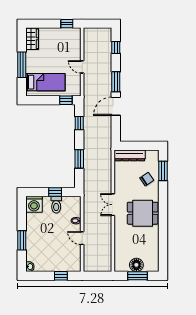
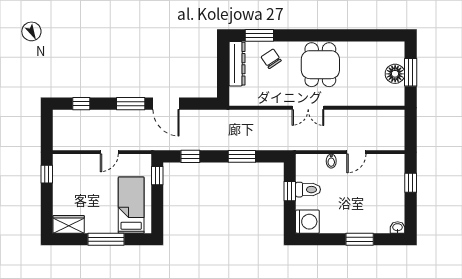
dresser: (130, 155) -> (237, 64), moved

